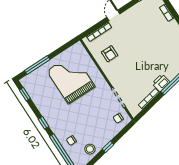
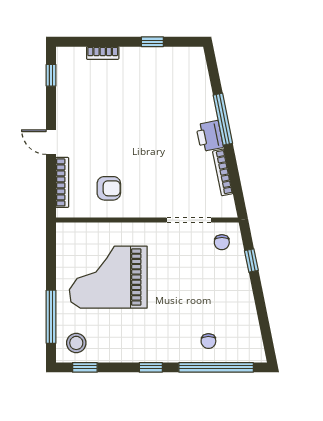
window: (108, 147) -> (251, 261), moved
stool: (90, 149) -> (76, 343), moved

